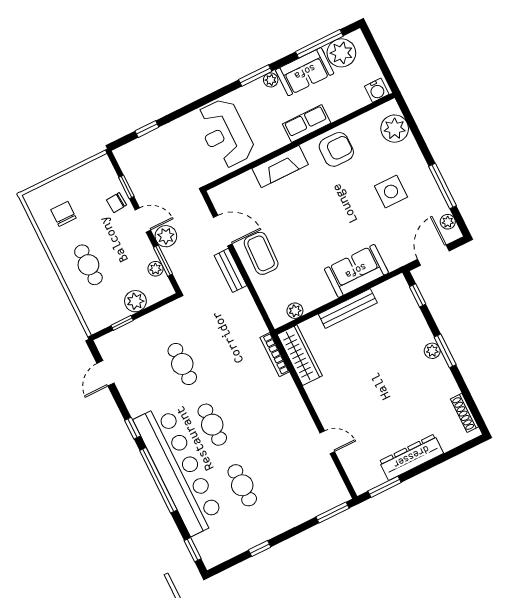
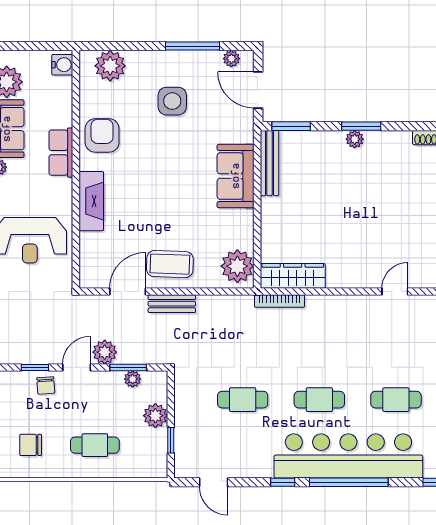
window: (418, 295) -> (291, 126), width x1.50
bench: (348, 309) -> (269, 163), moved
plant: (295, 311) -> (237, 266), width x1.87, depth x1.87

